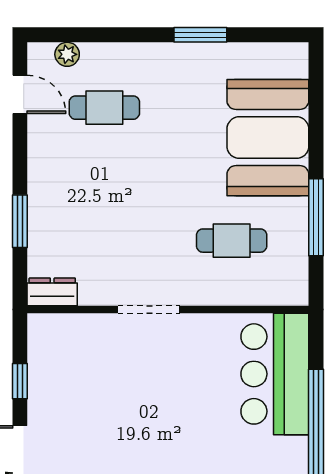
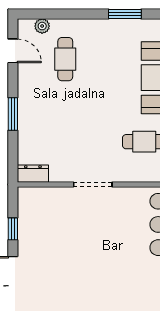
cafe table: (104, 108) -> (65, 59), turned 90
window: (20, 221) -> (13, 114), moved

